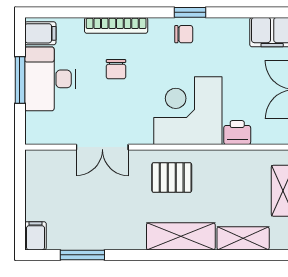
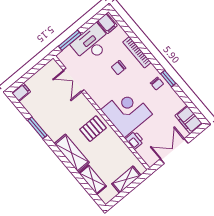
window: (20, 80) -> (70, 40), moved
double door: (102, 147) -> (74, 80), moved
pallet: (172, 178) -> (93, 129), turned 90
window: (82, 255) -> (37, 128), moved

